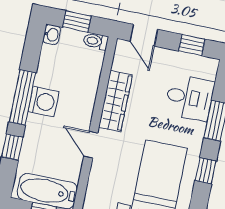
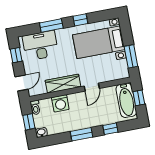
window: (22, 97) -> (82, 134), width x0.69
desk: (189, 98) -> (40, 46), width x1.37
washing machine: (43, 102) -> (60, 103), moved, turned 180

